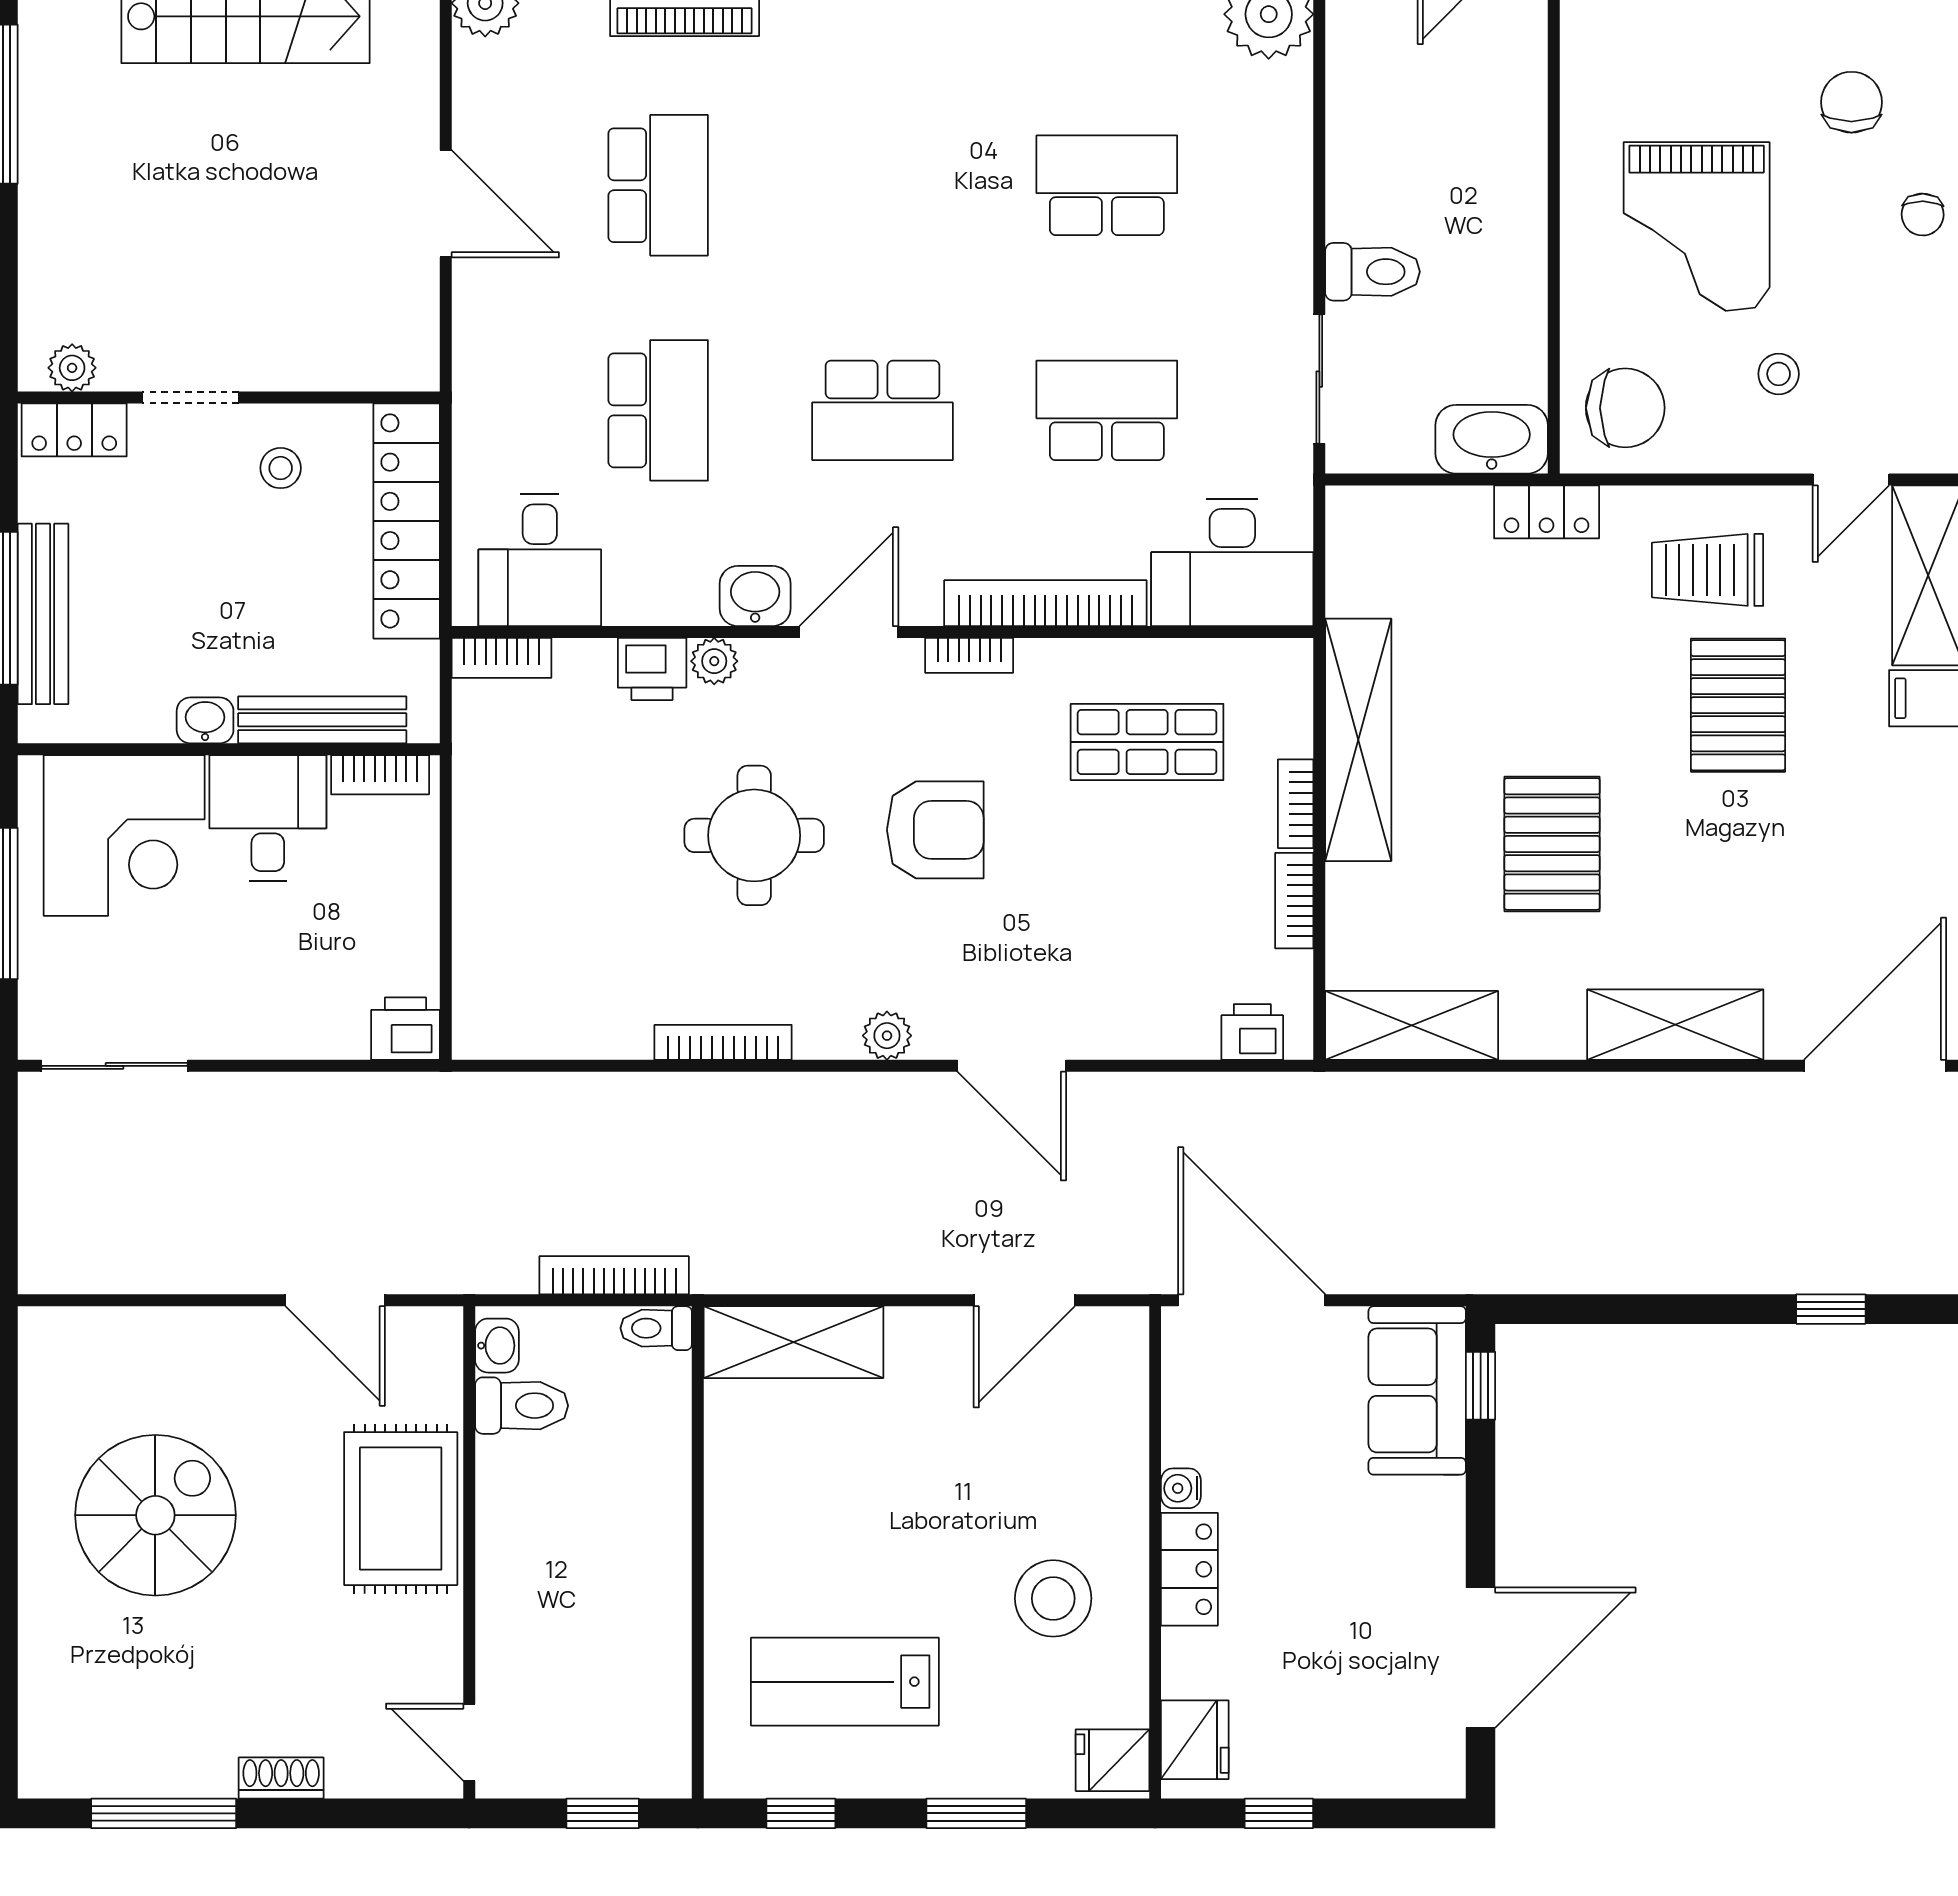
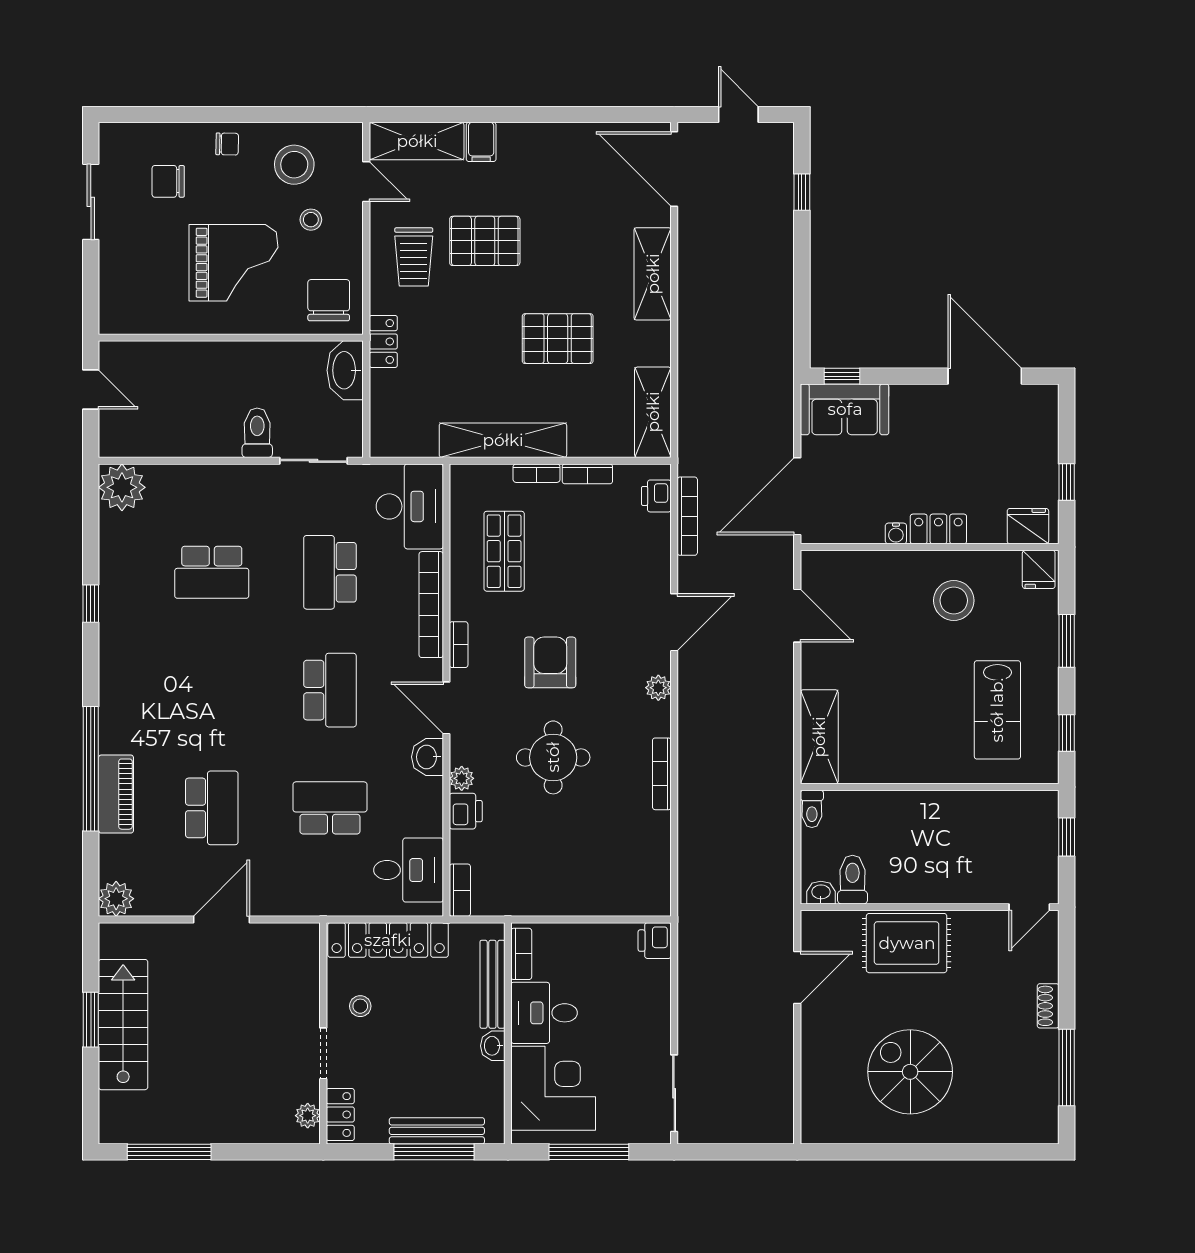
school desk: (658, 185) -> (212, 808), turned 90
school desk: (1107, 185) -> (212, 572), turned -90
stool: (1883, 342) -> (294, 165), added
bookcase: (614, 1275) -> (687, 516), moved, turned 180

